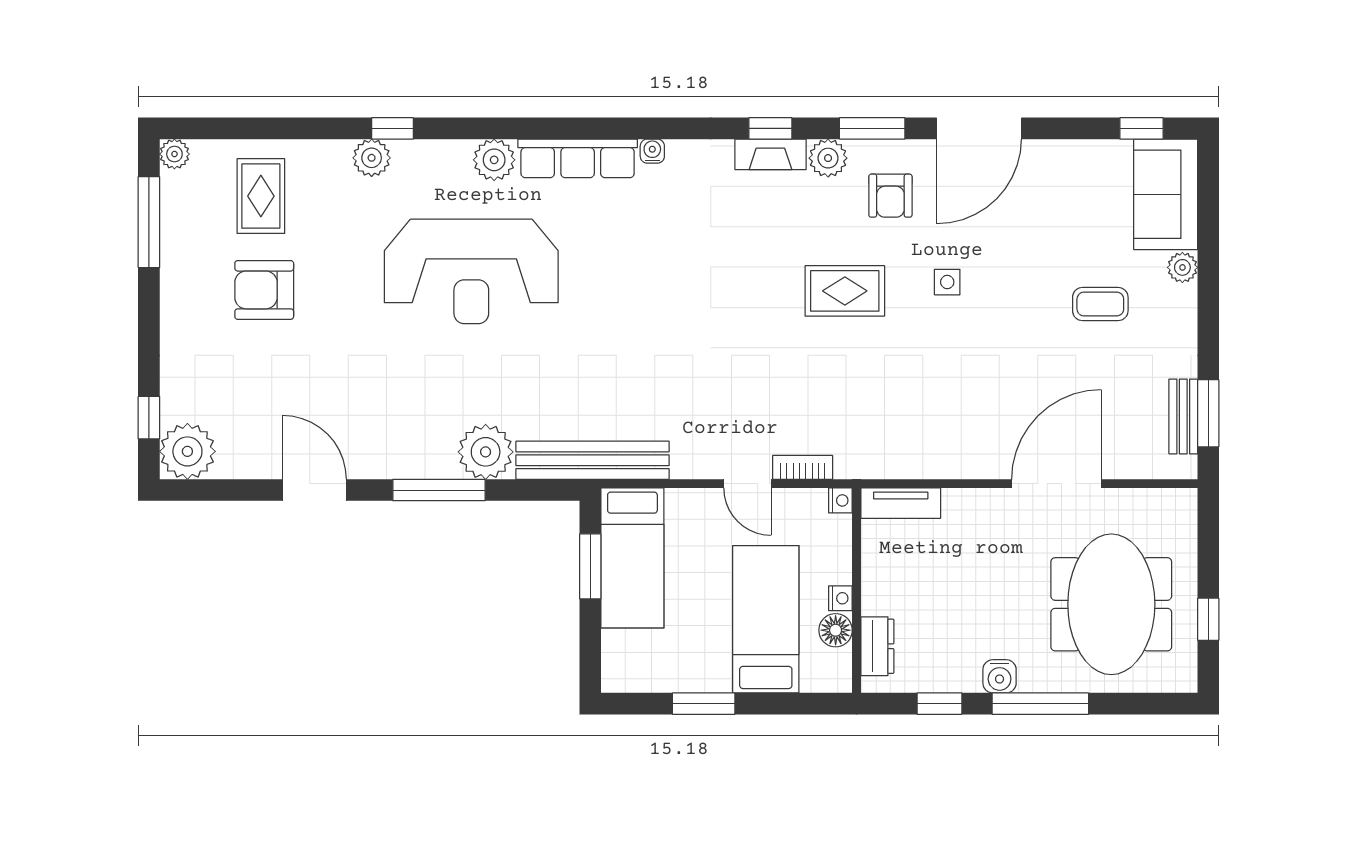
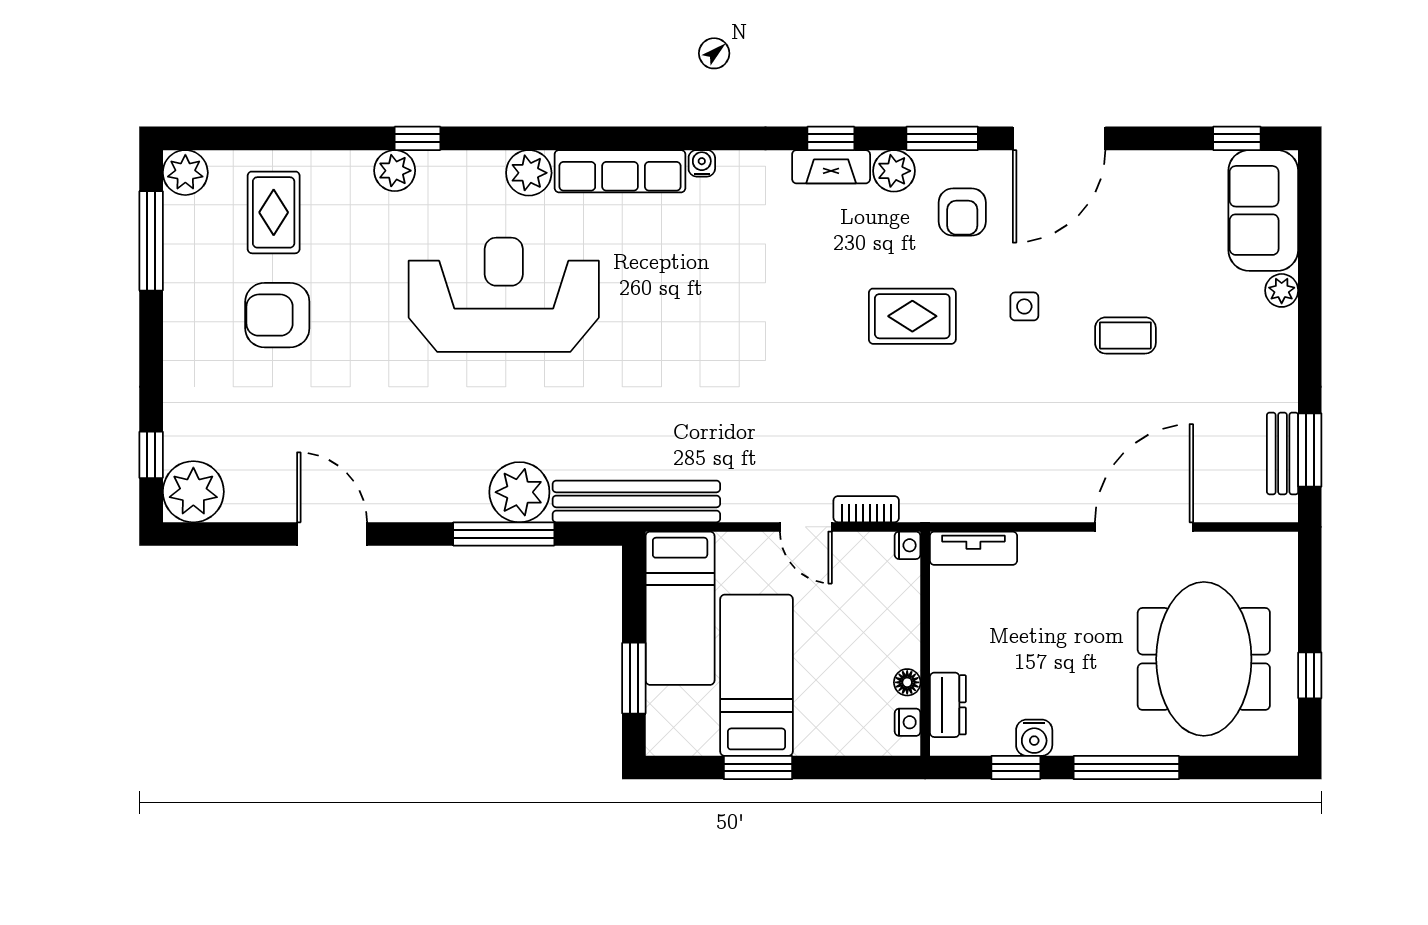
plant: (174, 154) -> (185, 173), width x1.38, depth x1.38
reception desk: (471, 271) -> (504, 295), turned 180
coffee table: (1100, 304) -> (1125, 335), moved
window: (439, 490) -> (504, 534), moved
window: (590, 566) -> (634, 678), moved
nightstand: (840, 598) -> (908, 722), moved
bed: (766, 619) -> (757, 675), moved
floor lamp: (836, 630) -> (907, 682), width x0.73, depth x0.73
water cooler: (1000, 676) -> (1034, 738), moved

